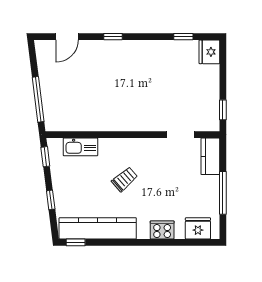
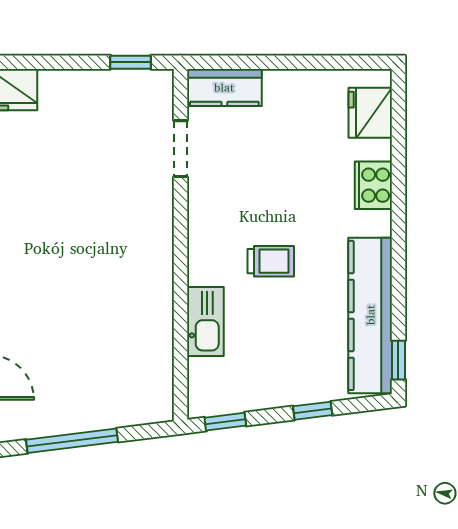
window: (38, 99) -> (72, 441), moved
kitchen sink: (80, 147) -> (205, 322), moved
trolley: (125, 179) -> (271, 261), turned 131
window: (223, 193) -> (298, 62), removed

